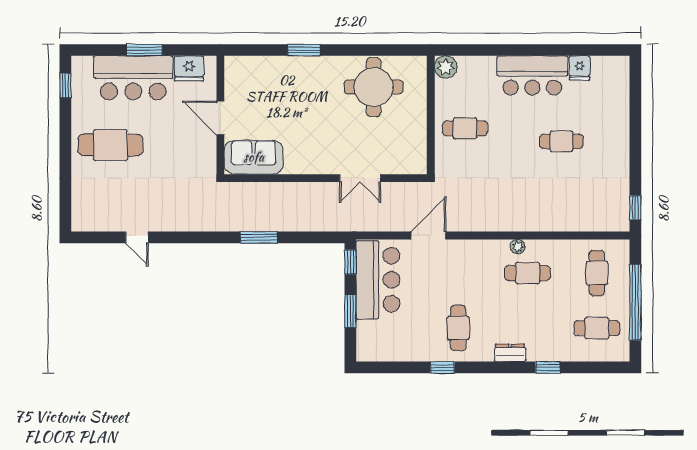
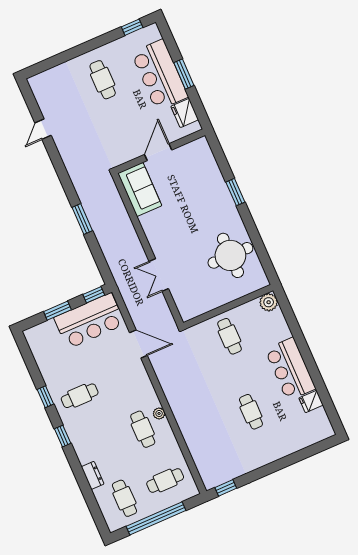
cafe table: (110, 145) -> (103, 80), width x0.73, depth x0.74
dresser: (510, 353) -> (93, 475), moved
window: (548, 367) -> (63, 436), moved

